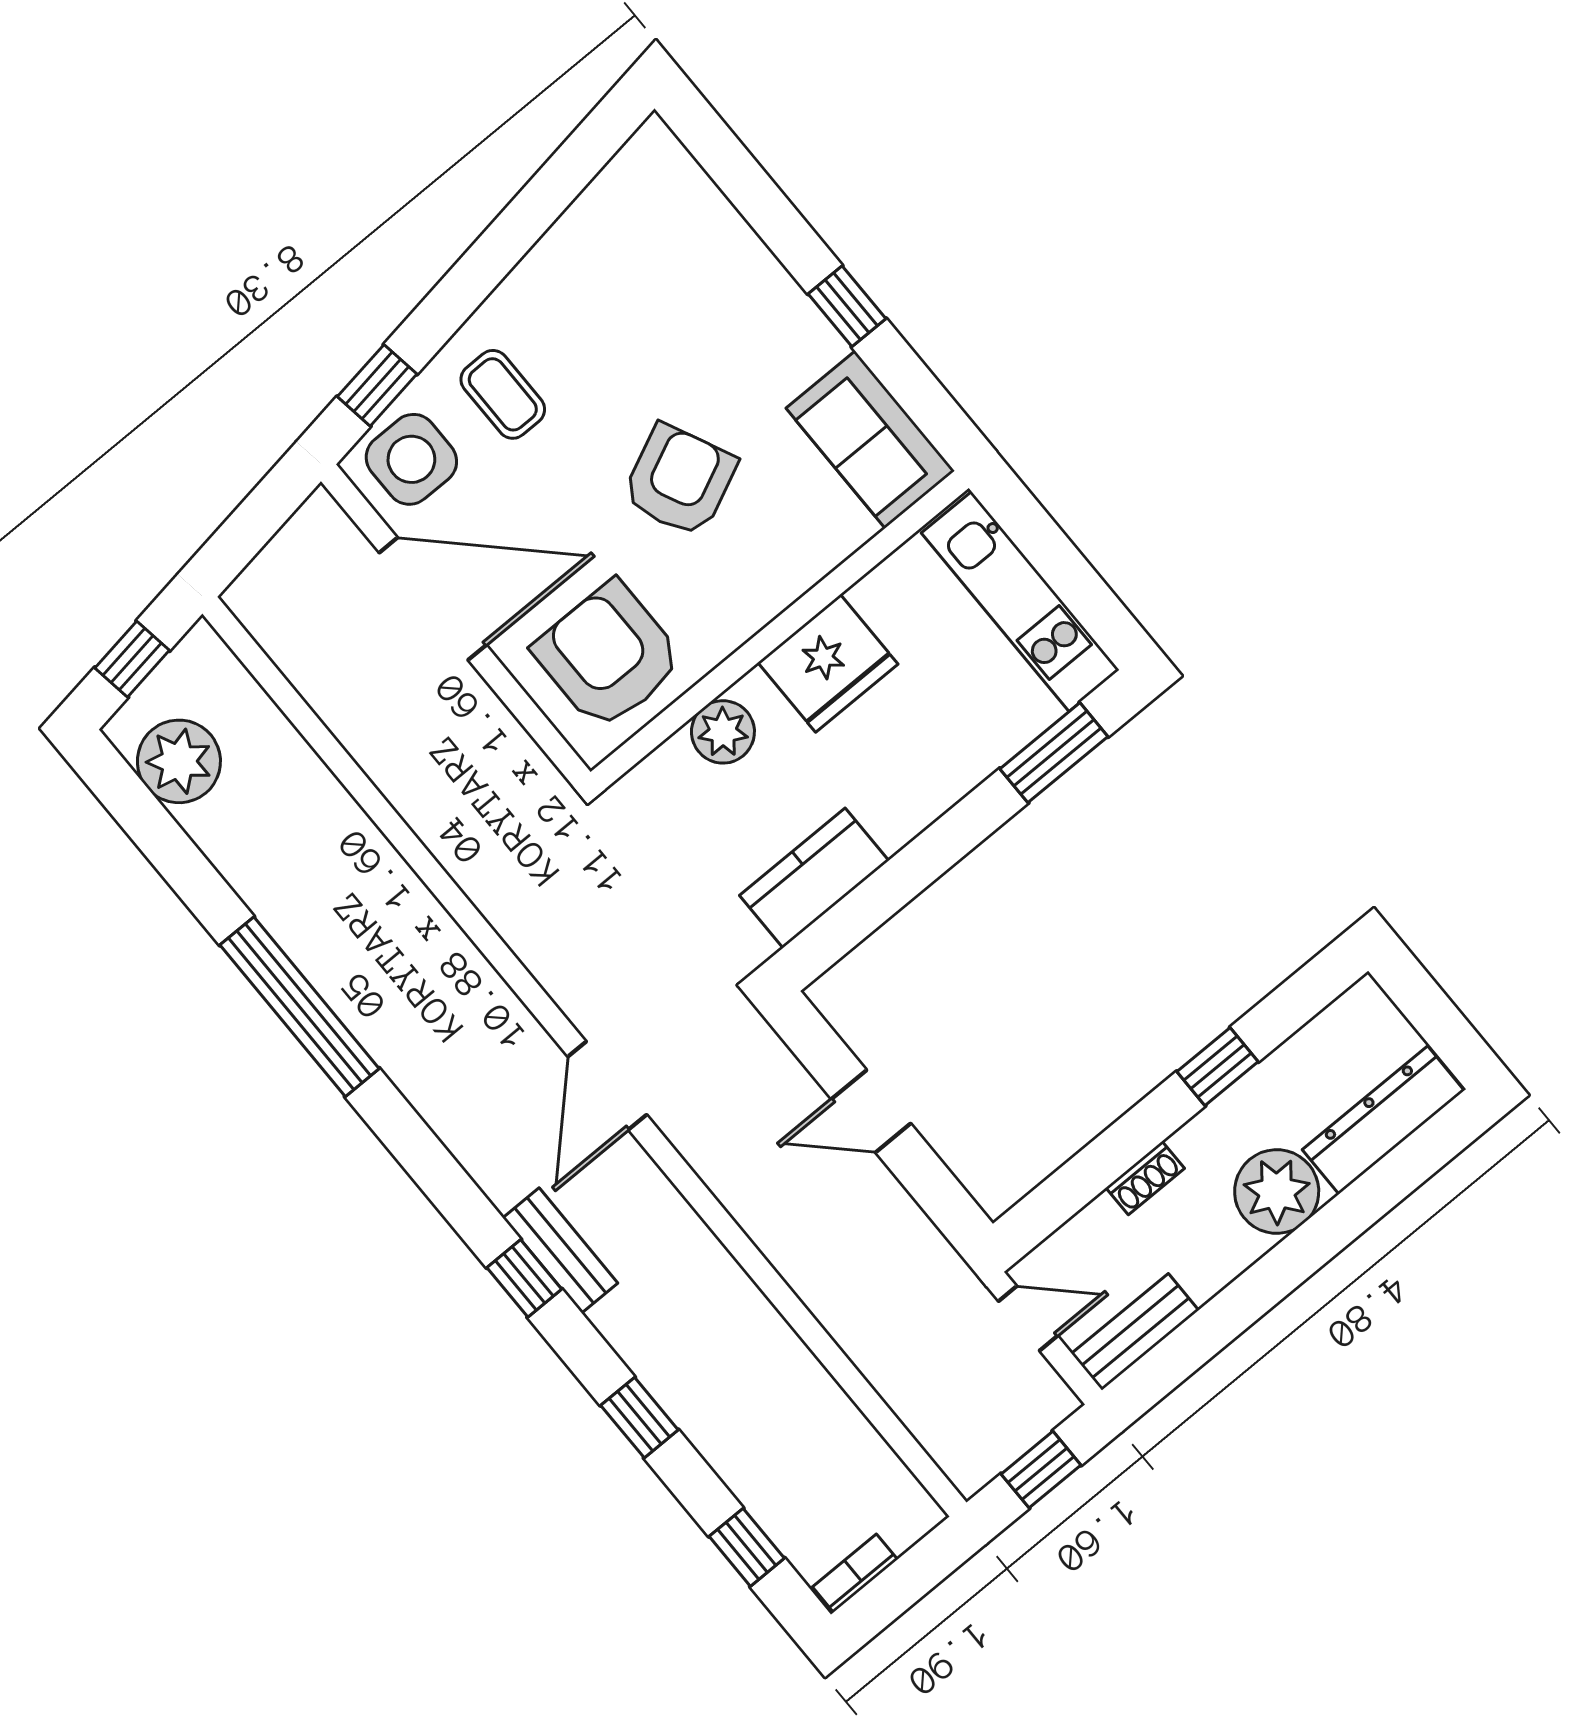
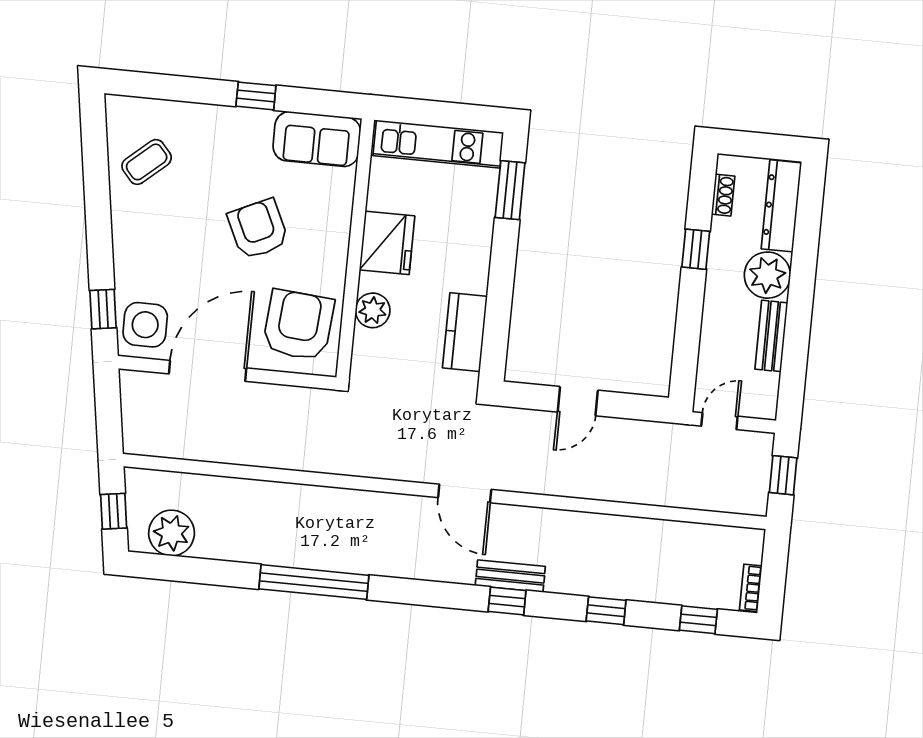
coffee table: (503, 394) -> (147, 162), moved, turned -41
armchair: (608, 656) -> (298, 325), turned 95
shoe rack: (1145, 1178) -> (723, 195), moved
bench: (1135, 1332) -> (771, 336), moved

